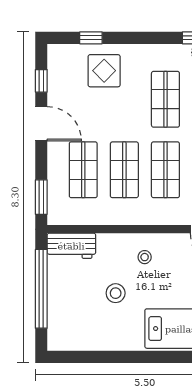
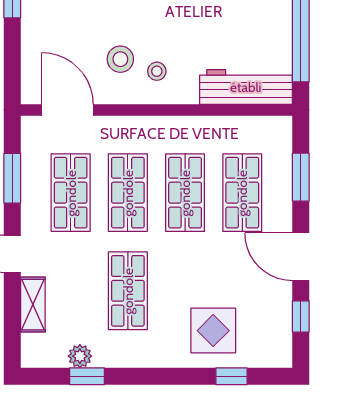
window: (41, 197) -> (301, 177), moved
workbench: (71, 246) -> (246, 87), width x1.38
stool: (116, 293) -> (120, 59), moved

